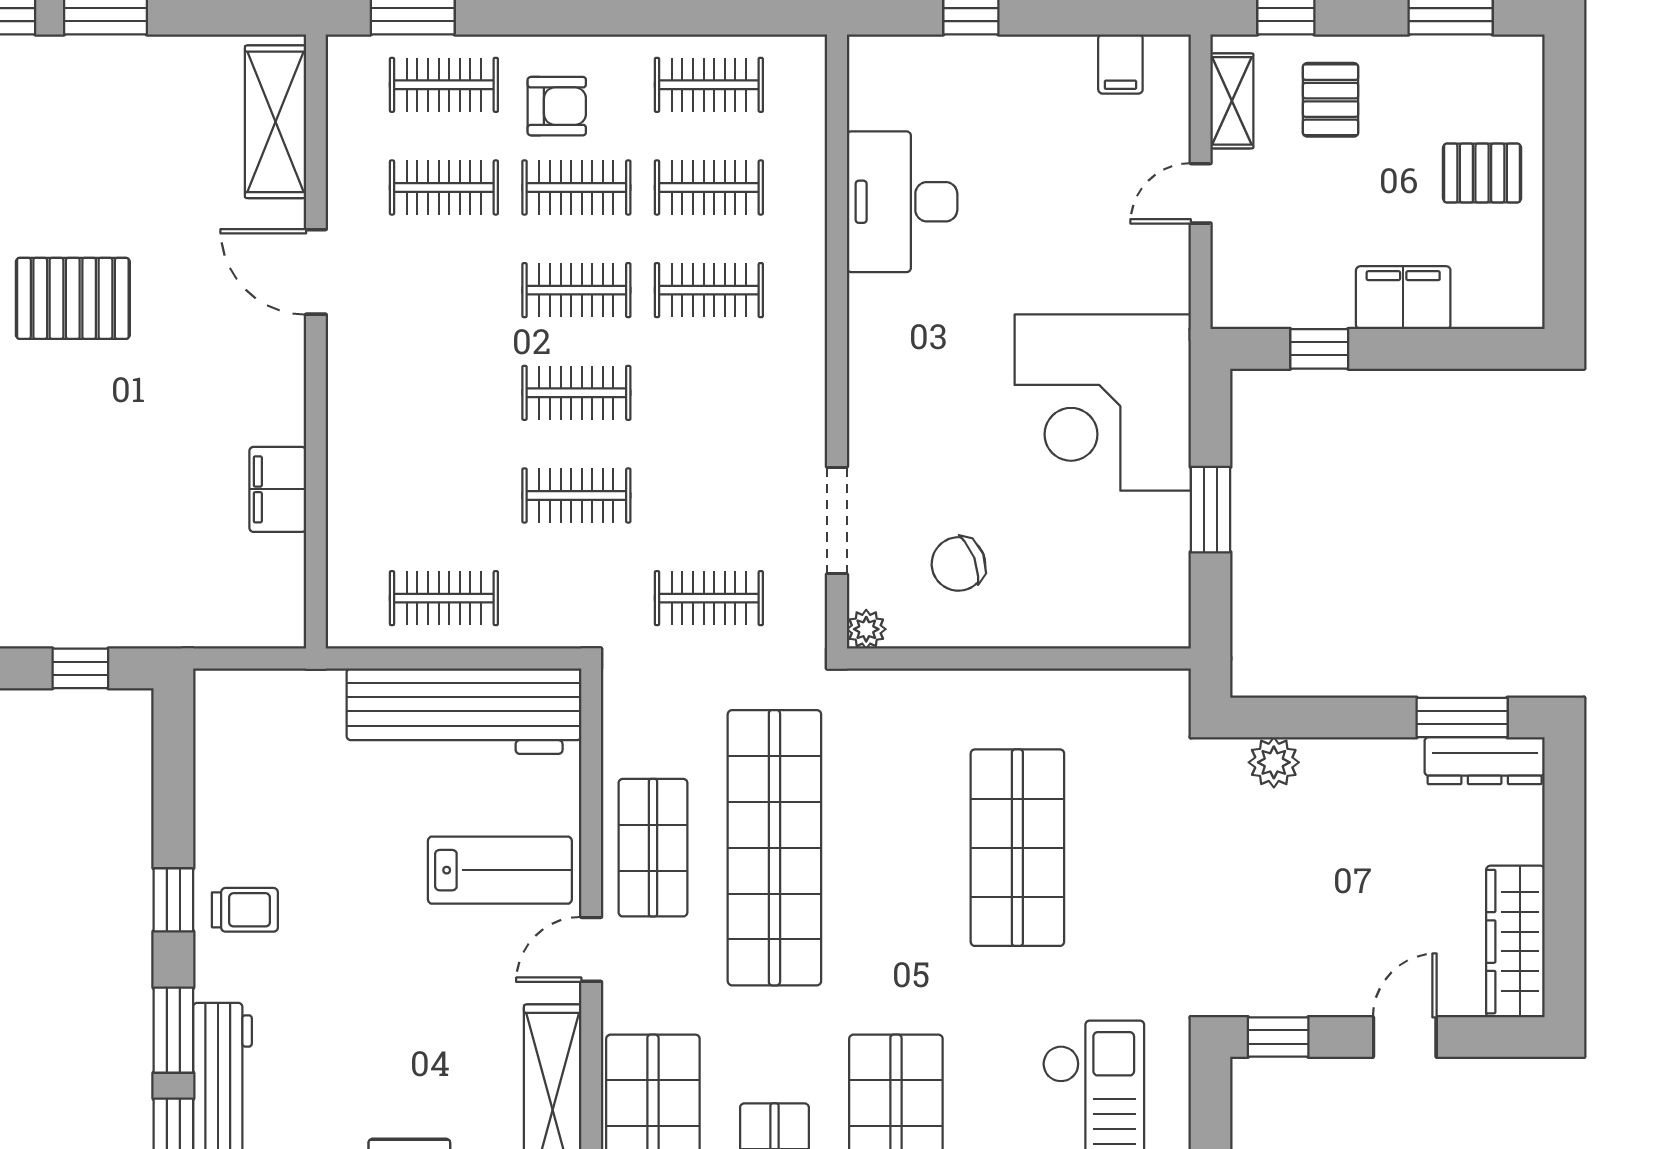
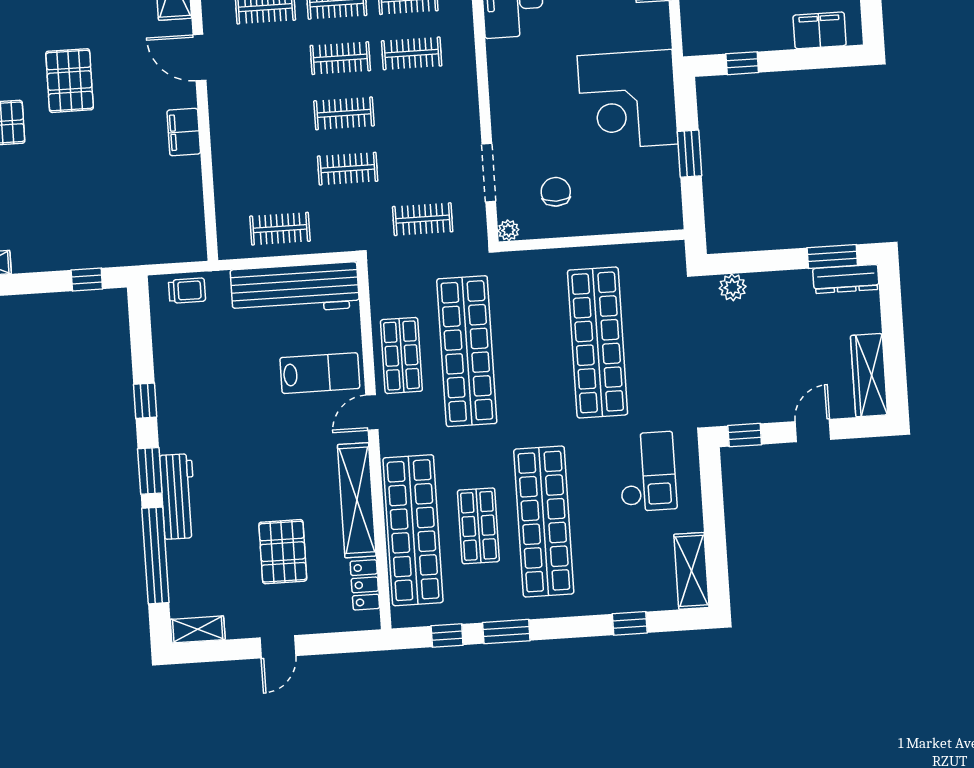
pallet: (73, 298) -> (70, 81), turned 90
filing cabinet: (1403, 298) -> (820, 30), moved
filing cabinet: (278, 489) -> (184, 132), moved
chair: (958, 564) -> (556, 192), turned 111
shop shelf: (1017, 848) -> (598, 342), width x1.40
trolley: (245, 910) -> (187, 291), moved

